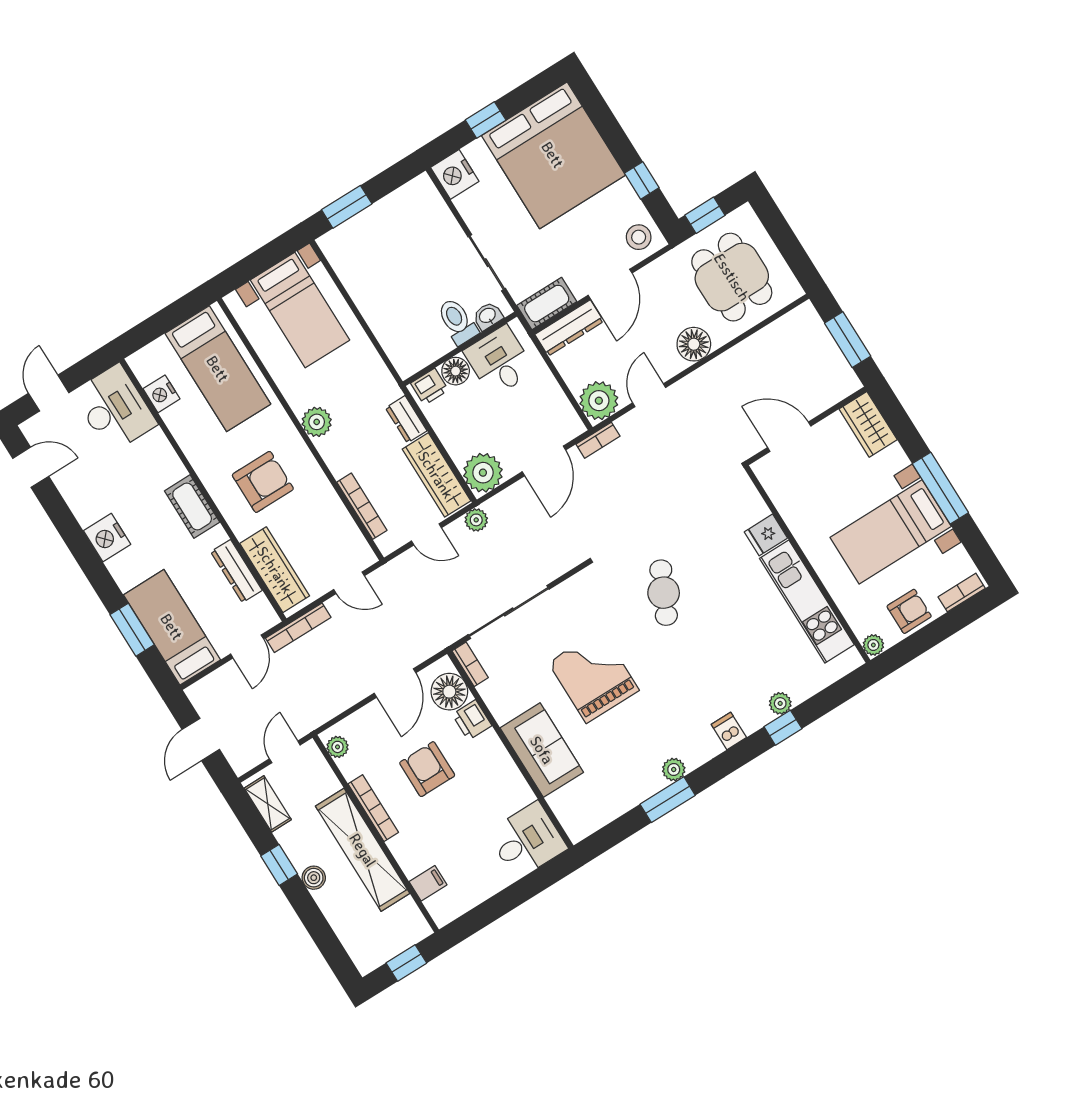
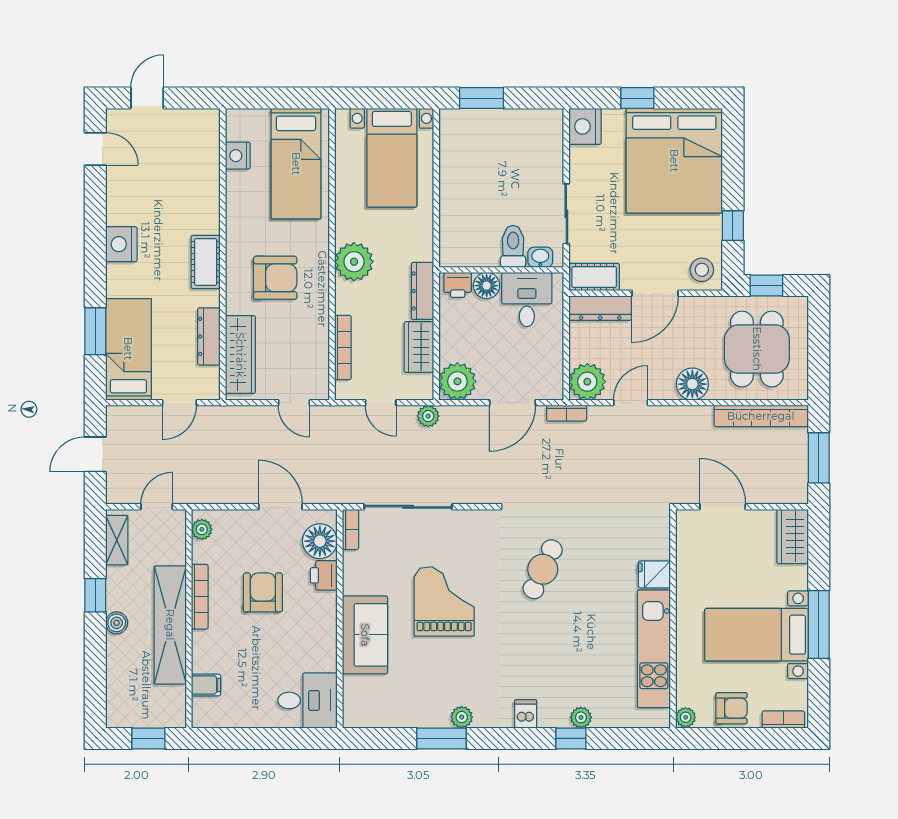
desk: (114, 408) -> (192, 144), removed
dresser: (406, 419) -> (422, 291), width x1.44
plant: (317, 422) -> (354, 262), width x1.36, depth x1.36
wardrobe: (436, 475) -> (419, 347), width x0.67
bookcase: (298, 628) -> (761, 416), moved, width x1.48, depth x1.31
door: (395, 683) -> (280, 507), swing flipped

